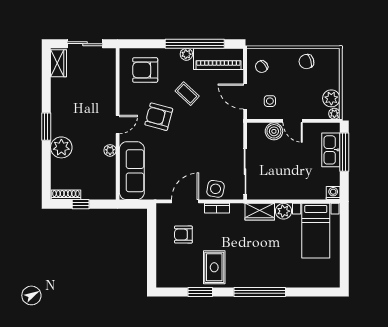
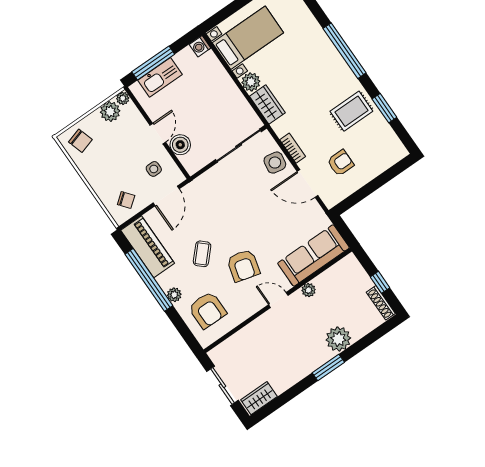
plant: (186, 54) -> (174, 295), moved
chair: (306, 62) -> (80, 141), moved
armchair: (183, 235) -> (340, 163), turned -90

